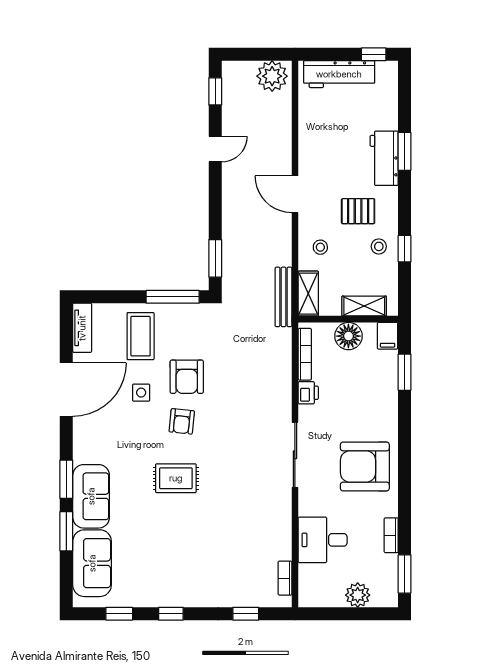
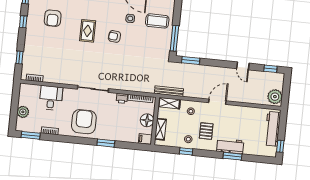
window: (405, 372) -> (106, 143), moved
armchair: (187, 377) -> (53, 18), moved, turned -90

